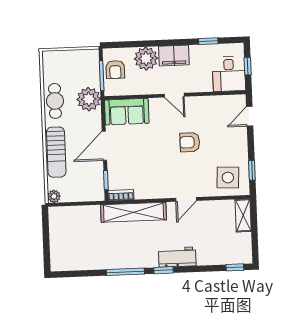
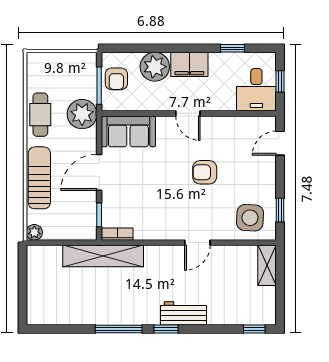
sun lounger: (56, 152) -> (39, 178), turned 180
shelving: (134, 212) -> (103, 256), moved

